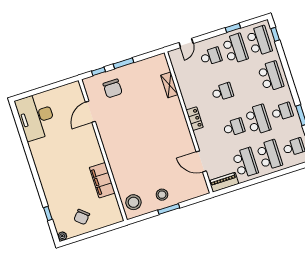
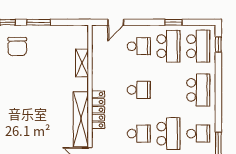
locker: (195, 119) -> (98, 110), width x1.53
shelving: (183, 131) -> (81, 119), added

